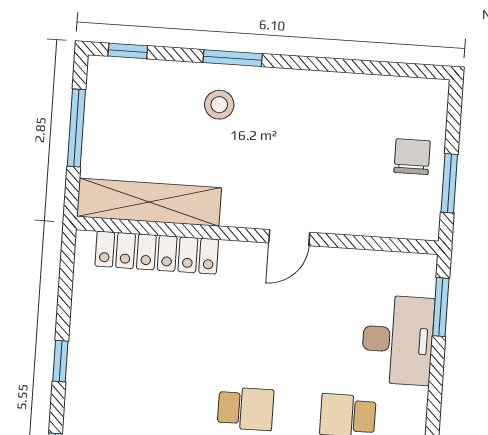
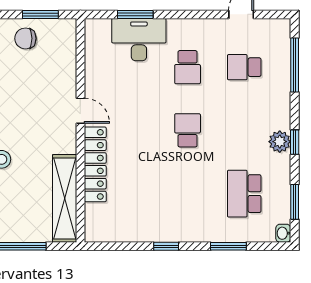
locker: (157, 253) -> (95, 164), moved
window: (441, 307) -> (135, 14), moved

